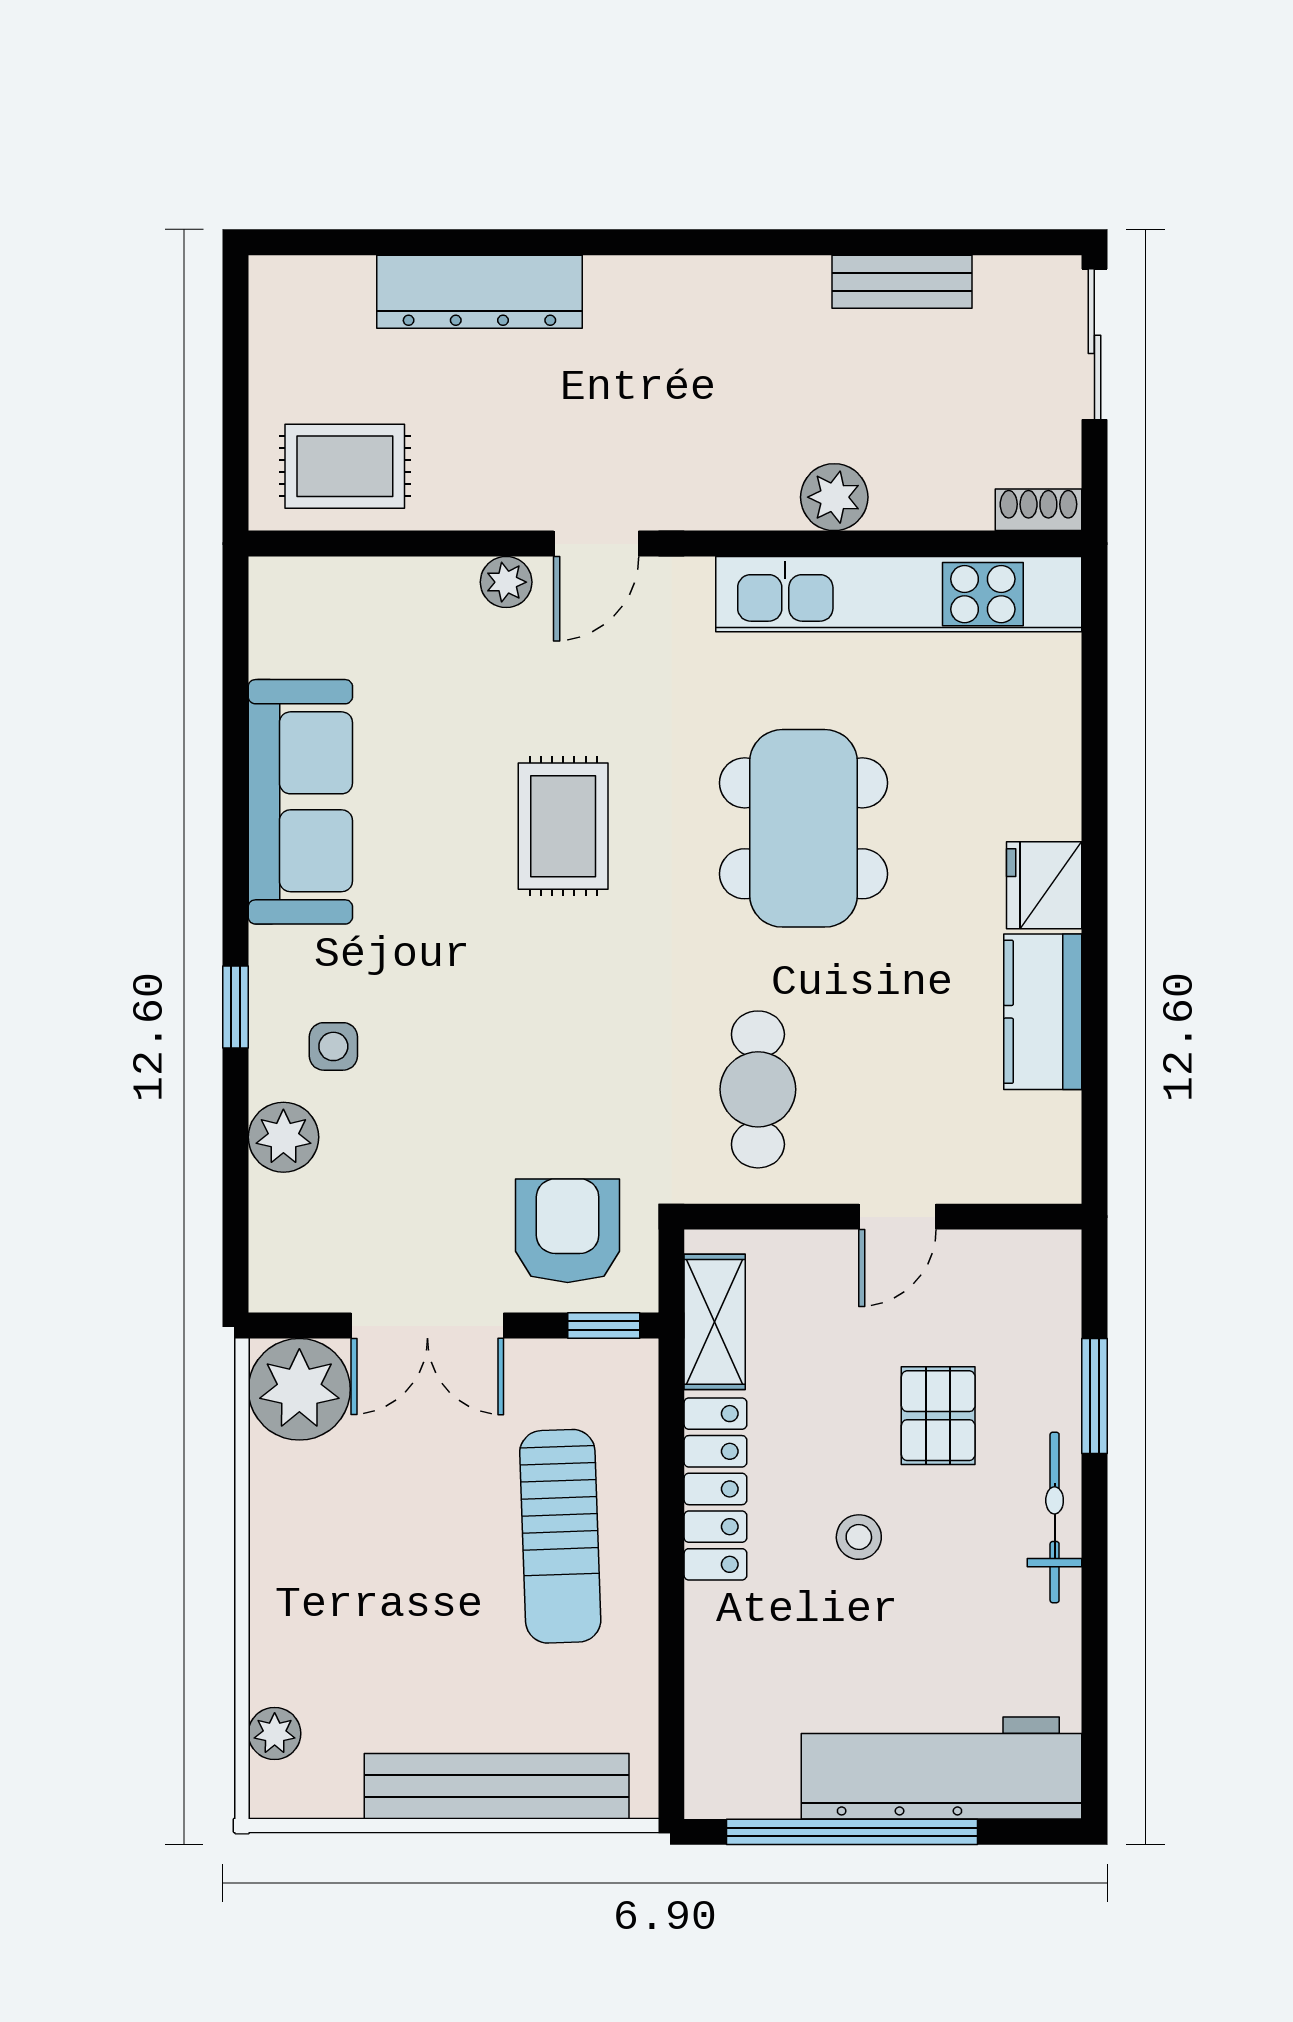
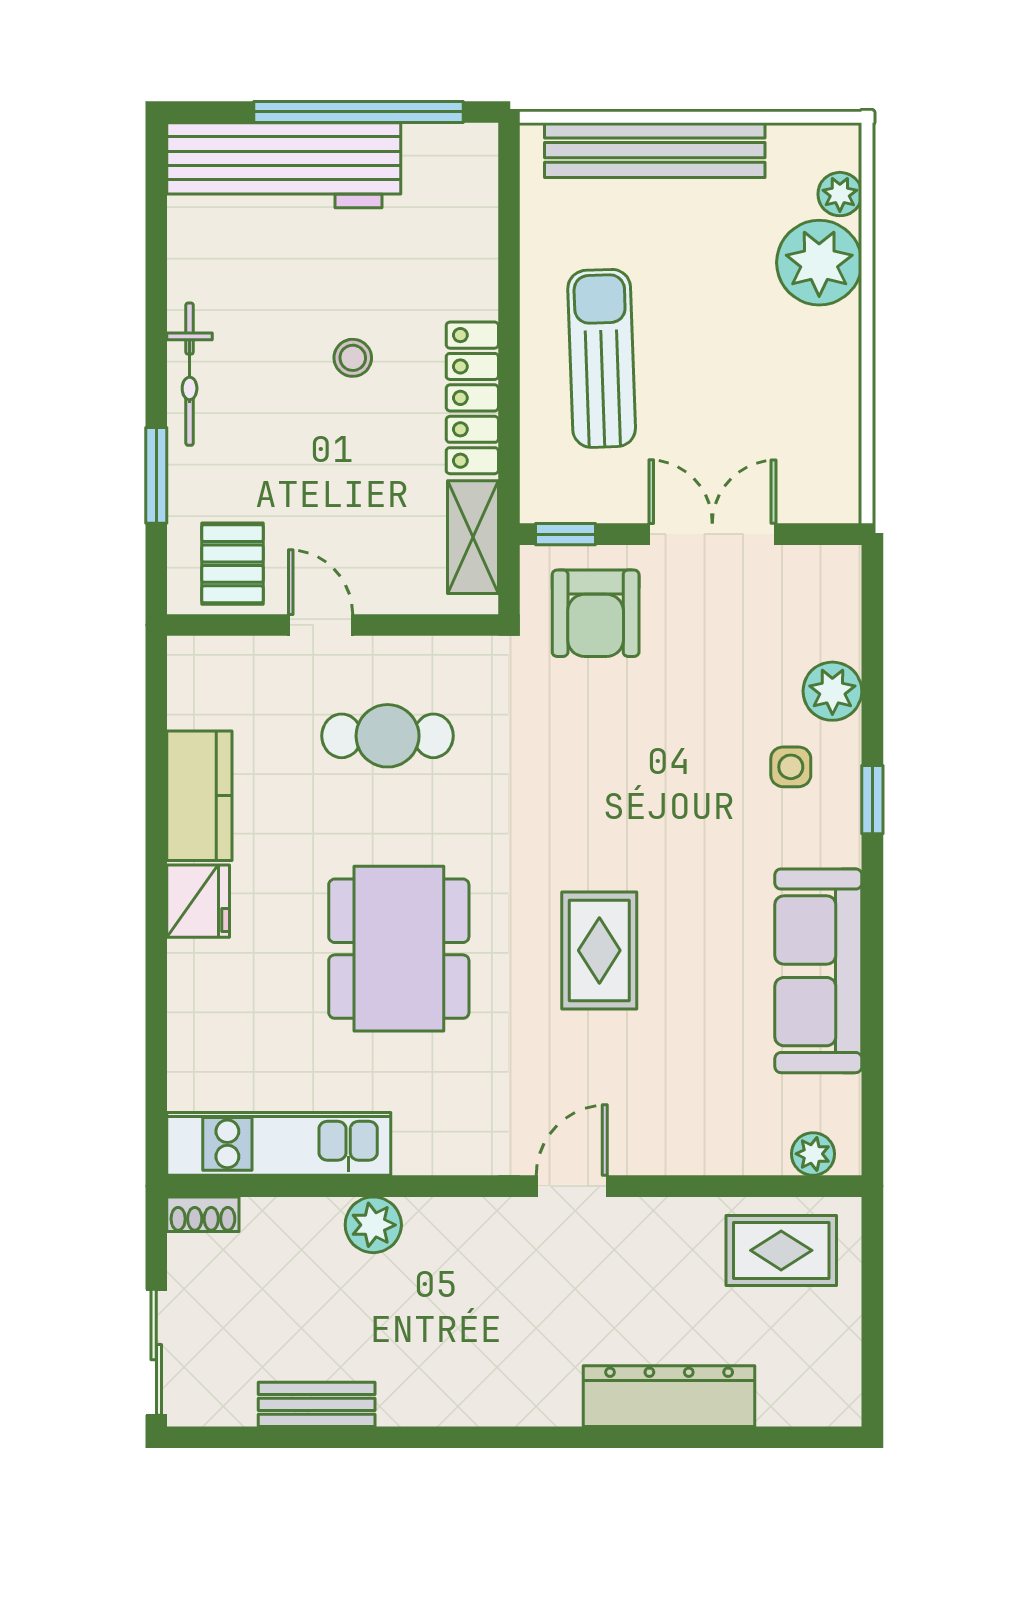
plant: (506, 582) -> (813, 1154), moved
kitchen unit: (899, 594) -> (279, 1144), width x0.73
cafe table: (758, 1089) -> (388, 736), moved, turned 90
door: (897, 1217) -> (321, 625), hinge flipped
plant: (299, 1389) -> (819, 263), moved
pallet: (938, 1416) -> (233, 564), moved

